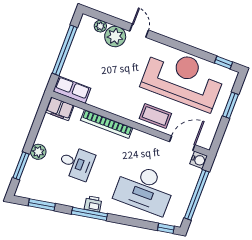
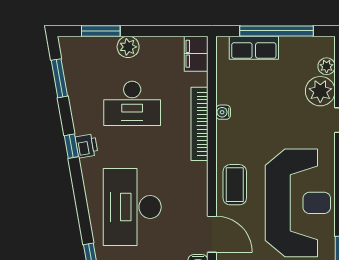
row of seats: (72, 90) -> (254, 48), moved, turned 90
water cooler: (105, 106) -> (223, 112), added
desk: (76, 163) -> (132, 103), width x1.37
window: (89, 214) -> (71, 146), width x0.46

